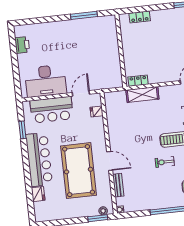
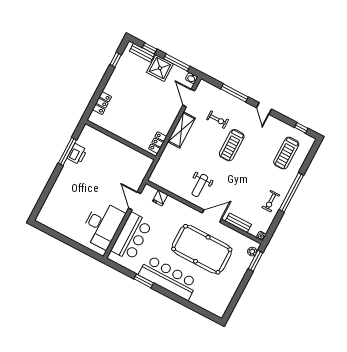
printer: (22, 45) -> (77, 154), moved, turned 90
shelving: (142, 95) -> (182, 130), moved
window: (22, 130) -> (144, 281), moved
weight bench: (127, 136) -> (200, 185), added
exercise bike: (165, 162) -> (271, 201), moved
fridge: (38, 194) -> (198, 299), removed

